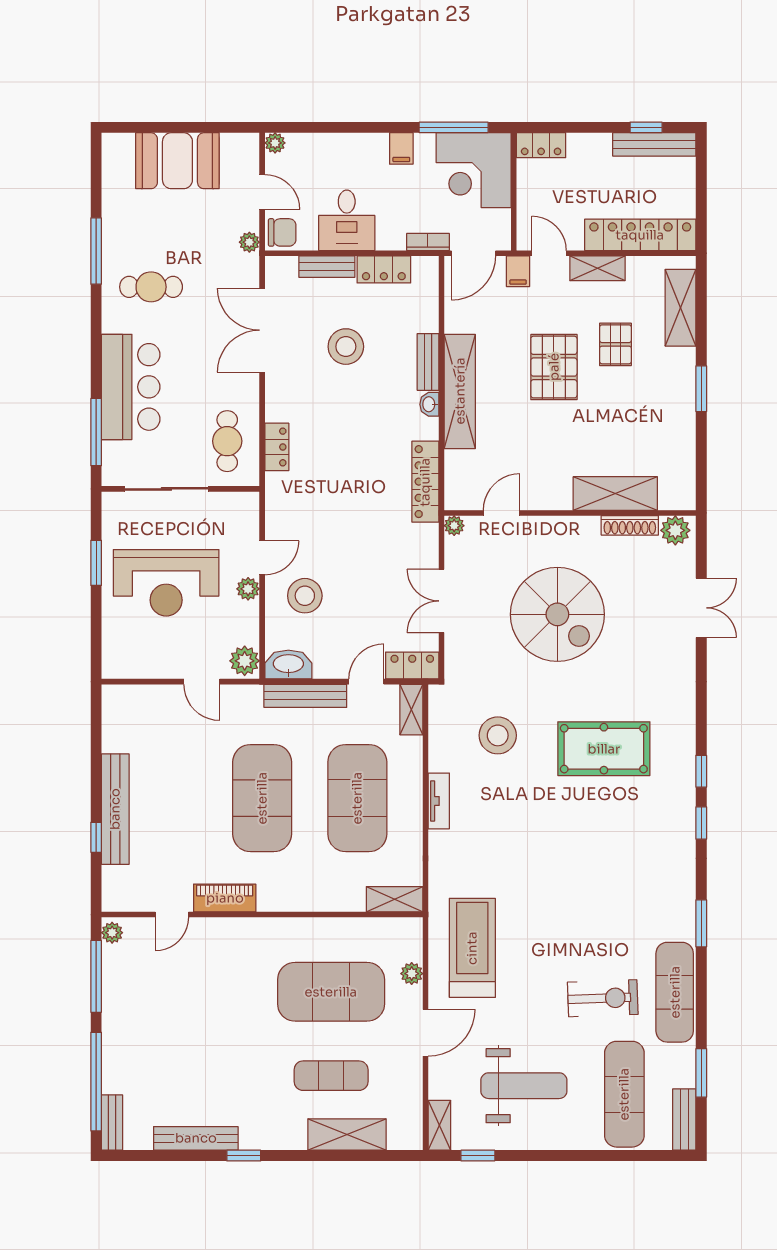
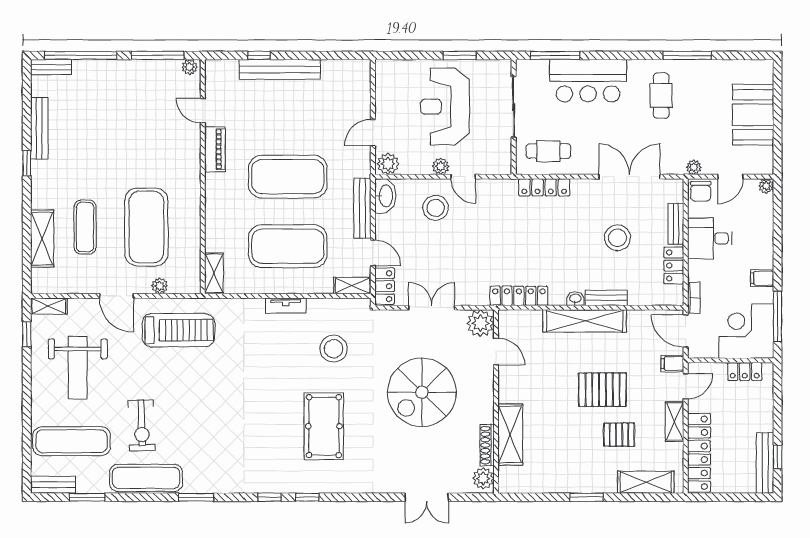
locker: (541, 145) -> (745, 371), moved, turned -90
locker: (277, 447) -> (544, 187), width x1.53
plant: (454, 526) -> (480, 323), width x1.88, depth x1.88

